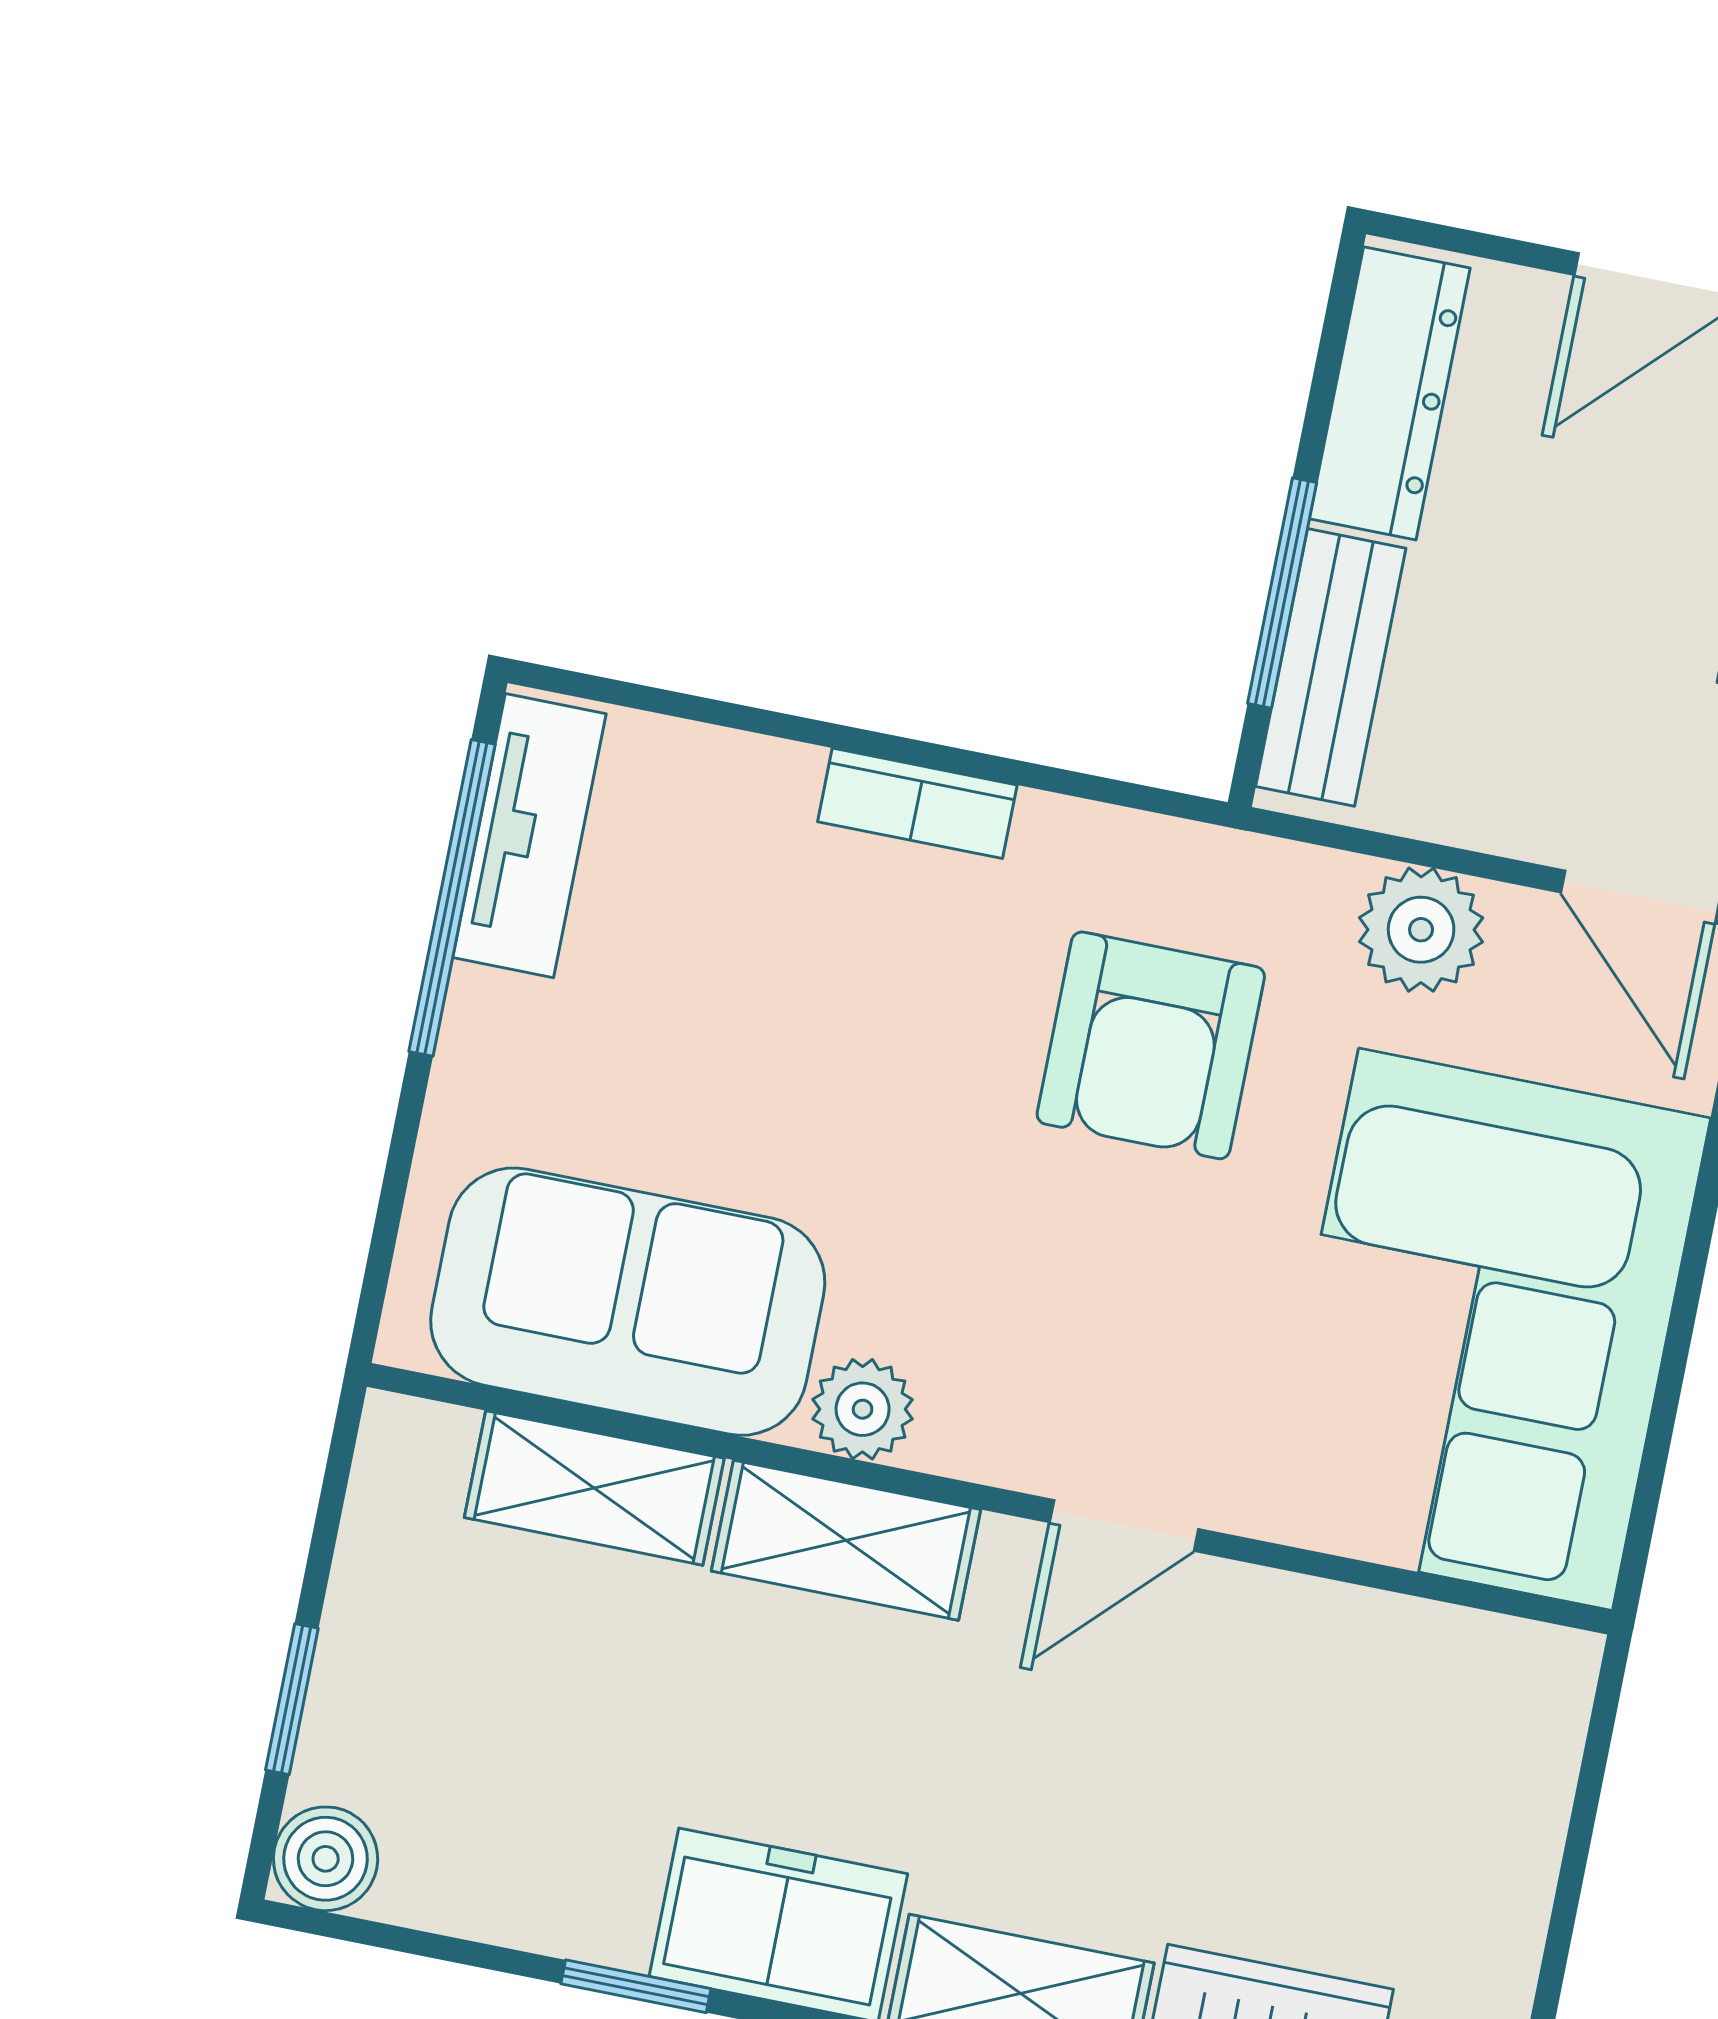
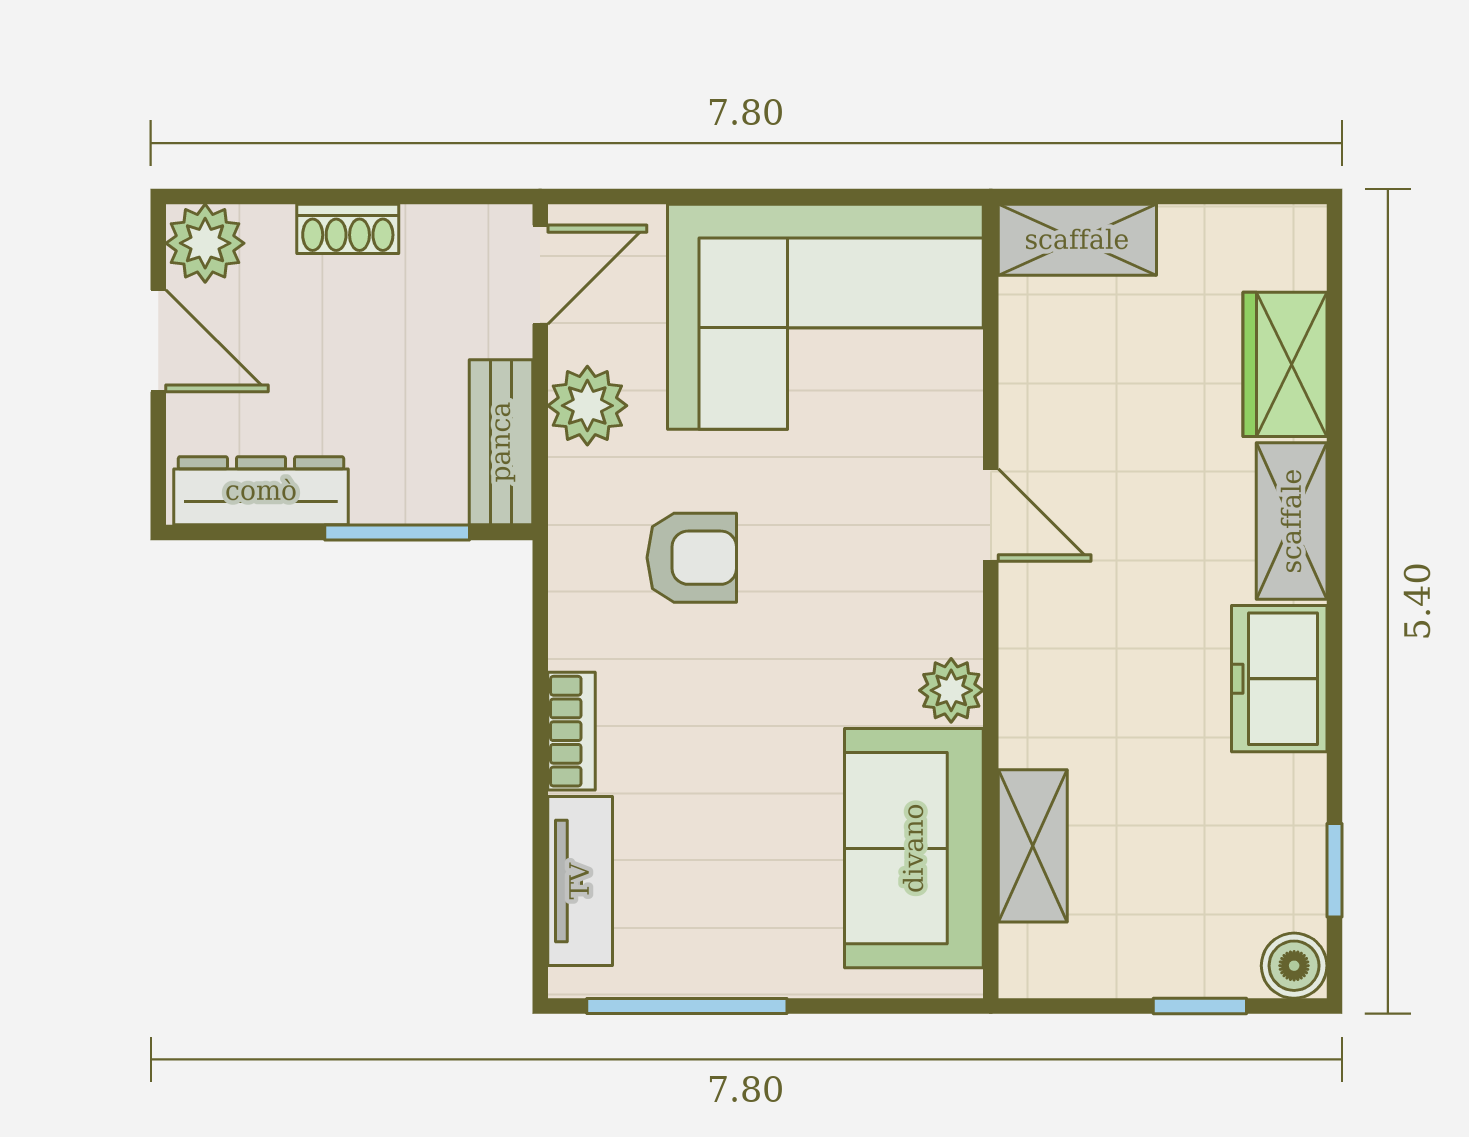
bench: (1331, 667) -> (501, 442), moved, turned 90
tv unit: (529, 836) -> (580, 881), moved, turned 90
armchair: (1151, 1045) -> (692, 558), width x0.72, depth x0.72
shelving: (846, 1540) -> (1077, 240), moved, turned 90
window: (636, 1986) -> (1334, 870), moved

